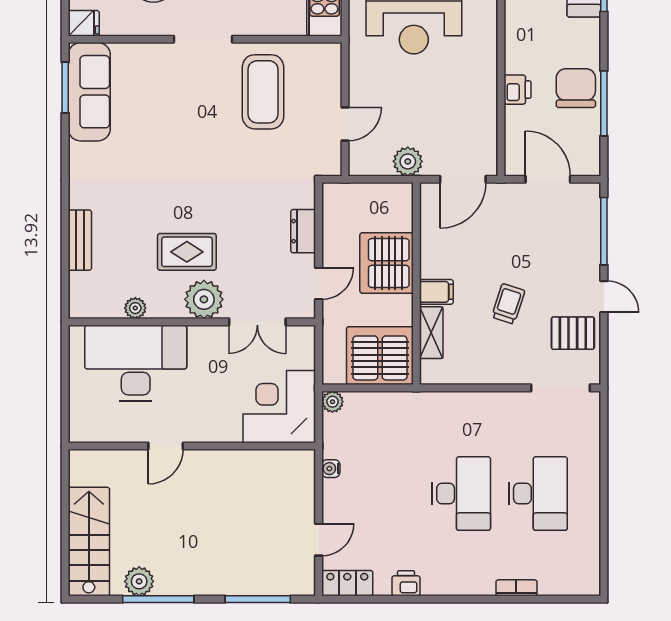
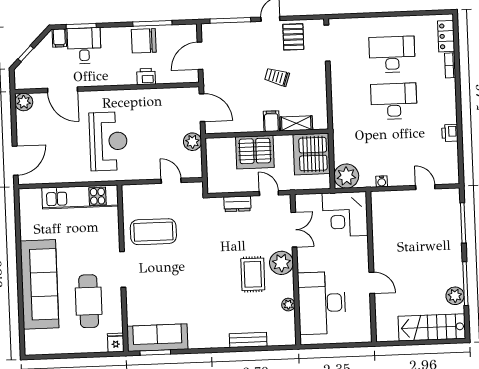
plant: (332, 402) -> (346, 176), width x1.88, depth x1.88
locker: (347, 583) -> (446, 36), moved

